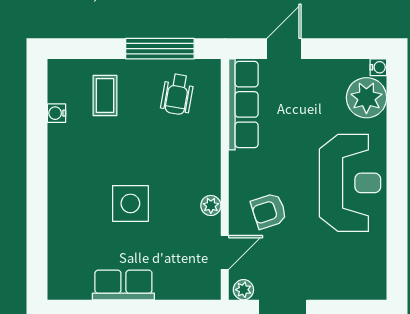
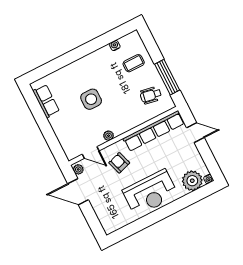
row of seats: (243, 104) -> (154, 131), width x1.36
row of seats: (123, 285) -> (46, 101), moved

